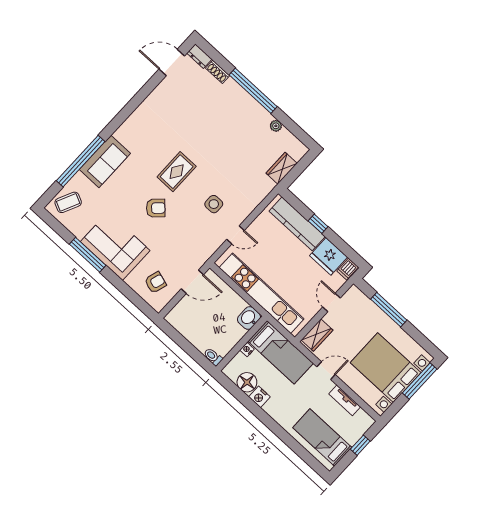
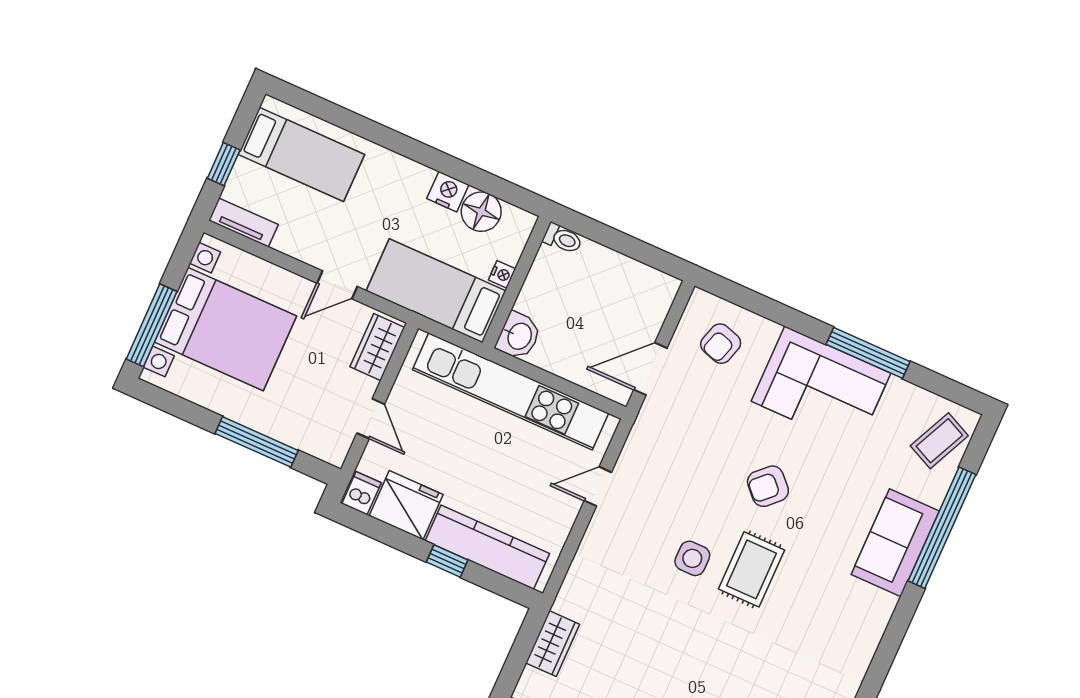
side table: (214, 204) -> (692, 558), moved
tv unit: (345, 400) -> (243, 222), moved

